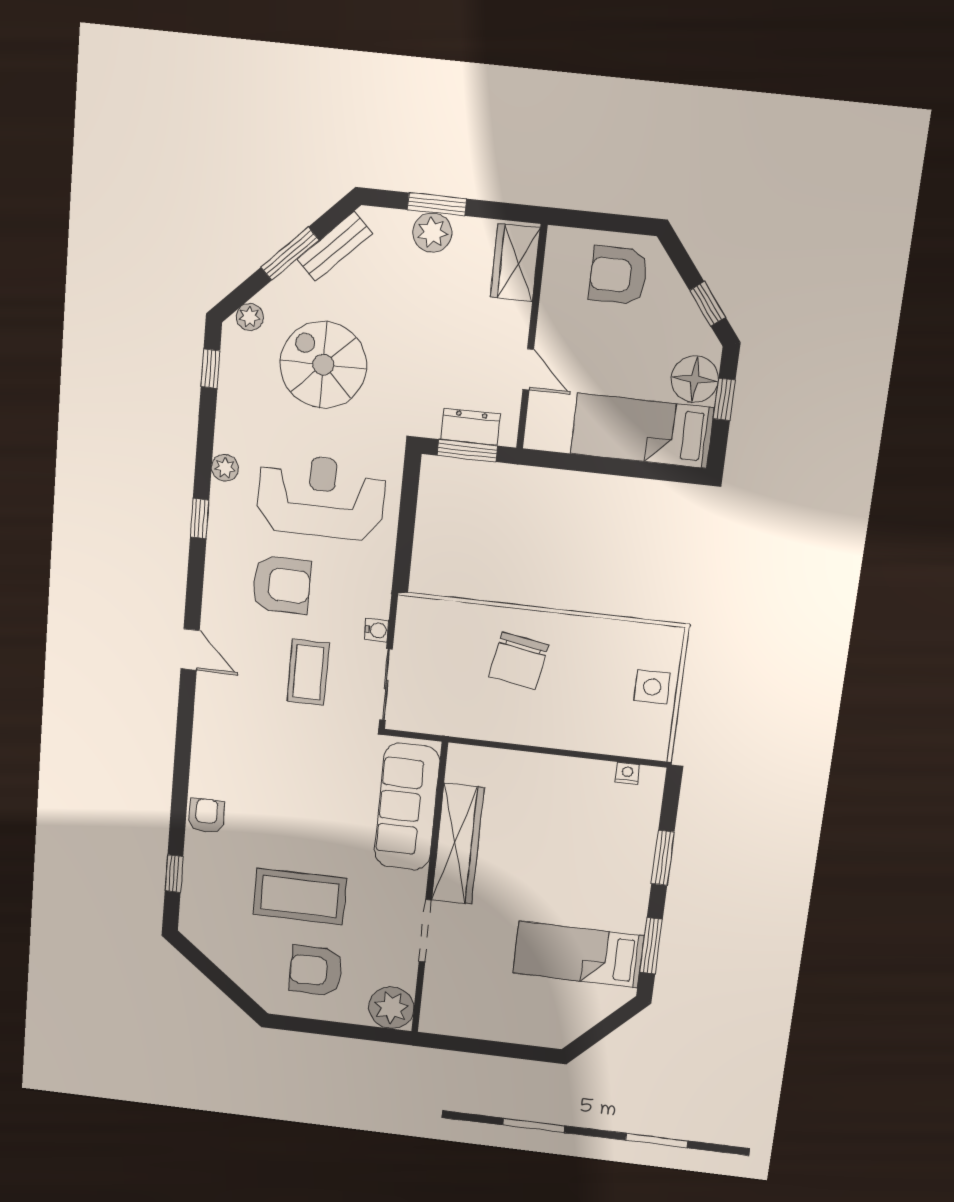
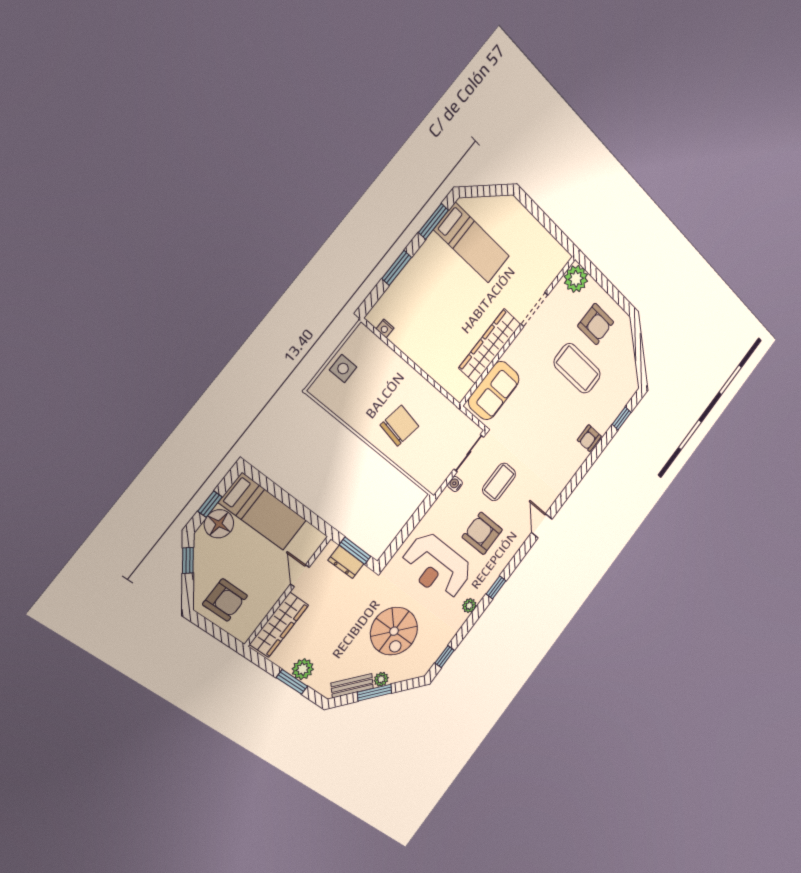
wardrobe: (515, 263) -> (279, 625), width x1.50
plant: (250, 317) -> (381, 679), moved
sofa: (407, 807) -> (494, 391), width x0.73

